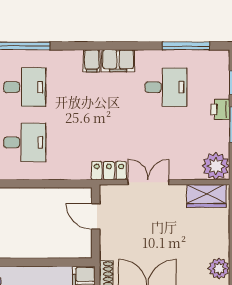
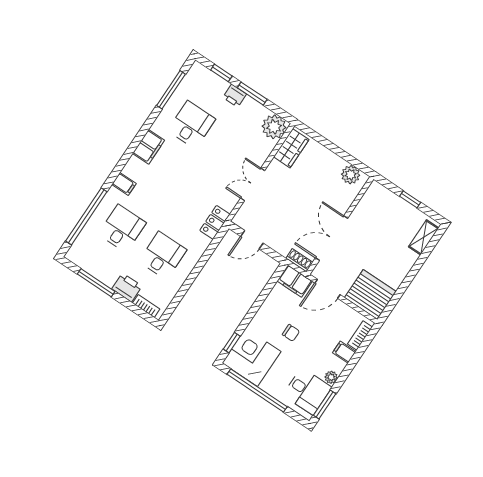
filing cabinet: (92, 61) -> (124, 184), moved
locker: (109, 171) -> (215, 222), moved

